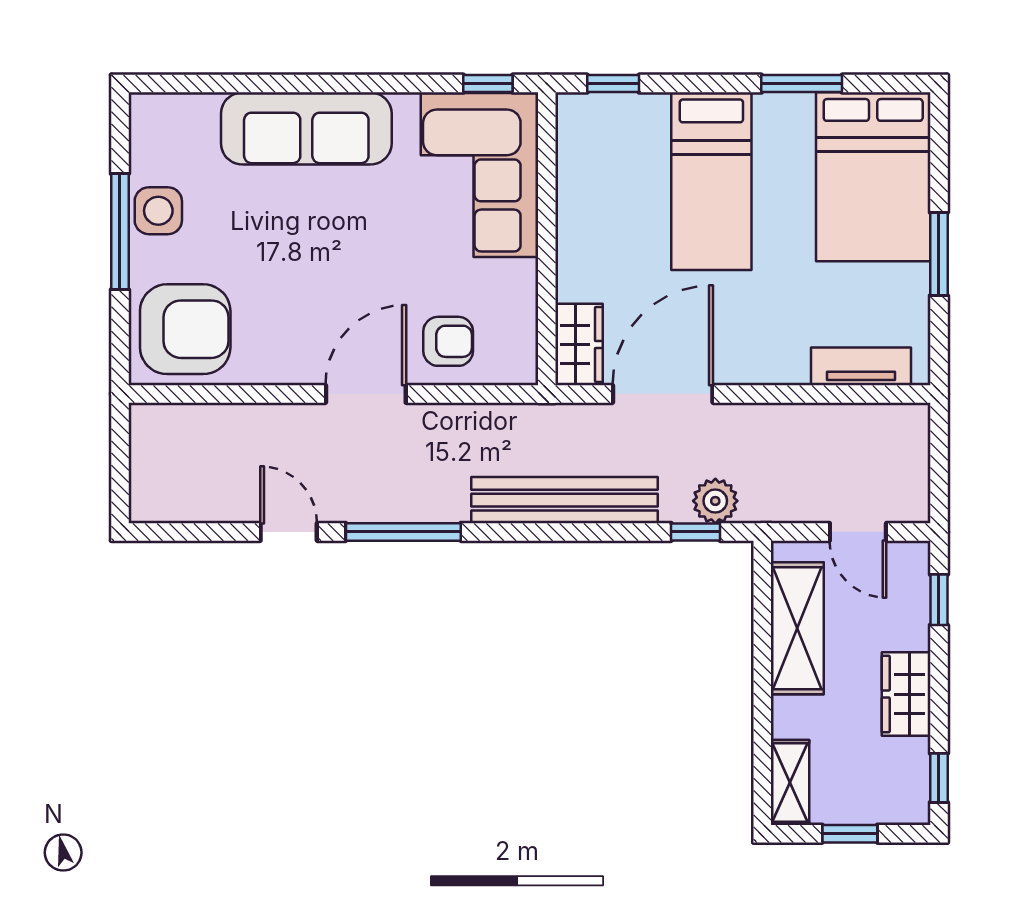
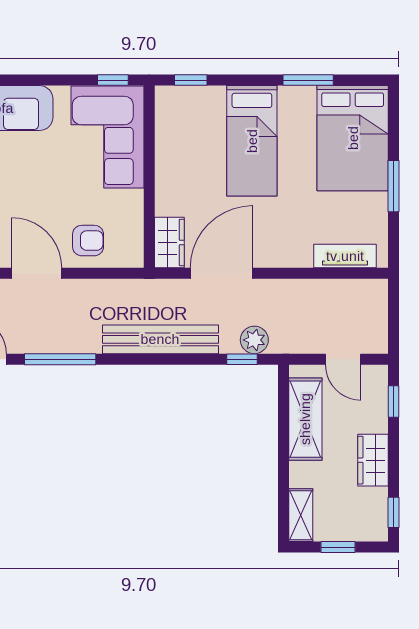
door: (366, 394) -> (37, 273), hinge flipped

